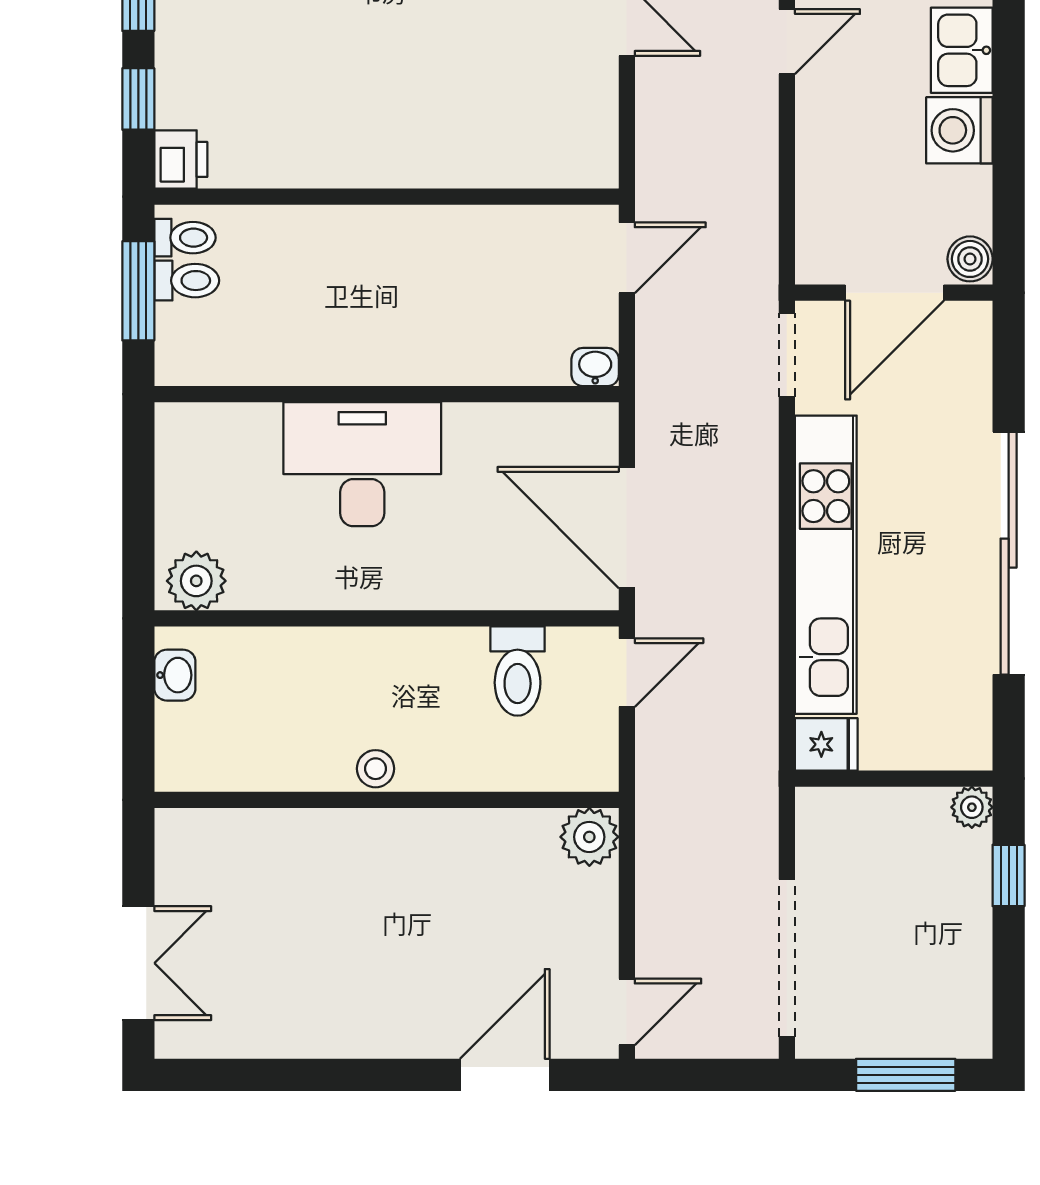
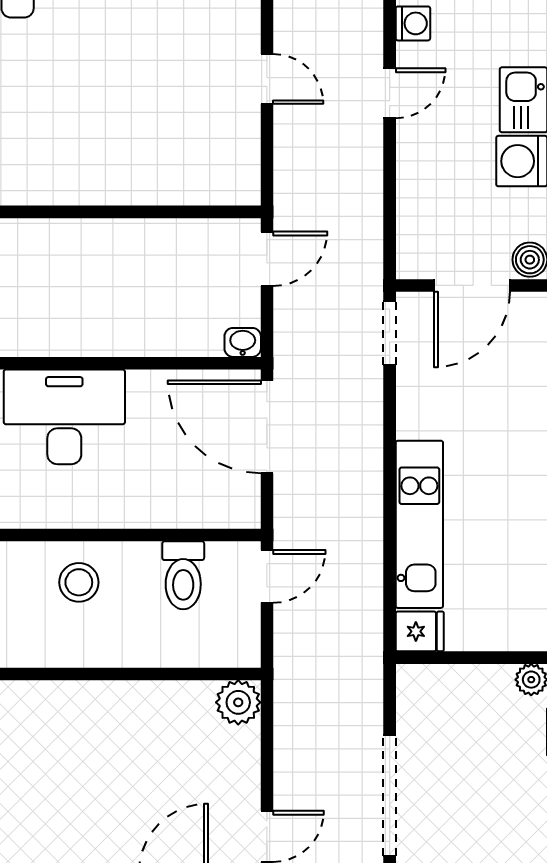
door: (627, 528) -> (267, 427), moved
kitchen unit: (826, 565) -> (419, 524), width x0.73
stool: (376, 769) -> (79, 582), moved, width x1.37, depth x1.37

